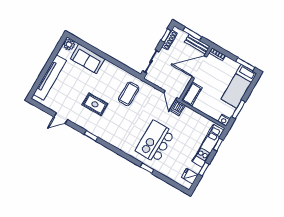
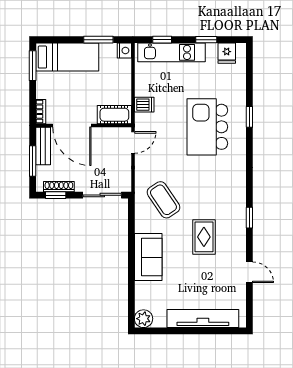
sofa: (88, 59) -> (148, 257), moved
coffee table: (129, 94) -> (163, 200), turned 56
dishwasher: (178, 108) -> (144, 105), moved
kitchen island: (155, 142) -> (207, 127), turned 90

